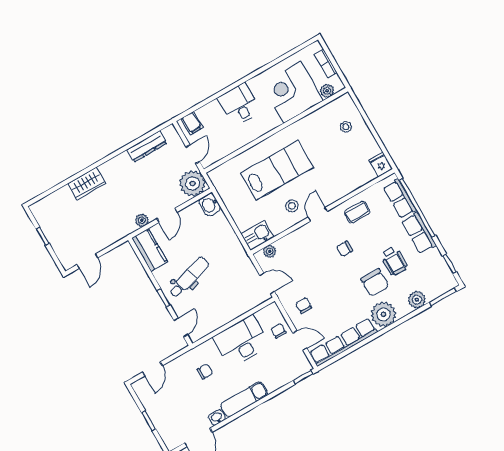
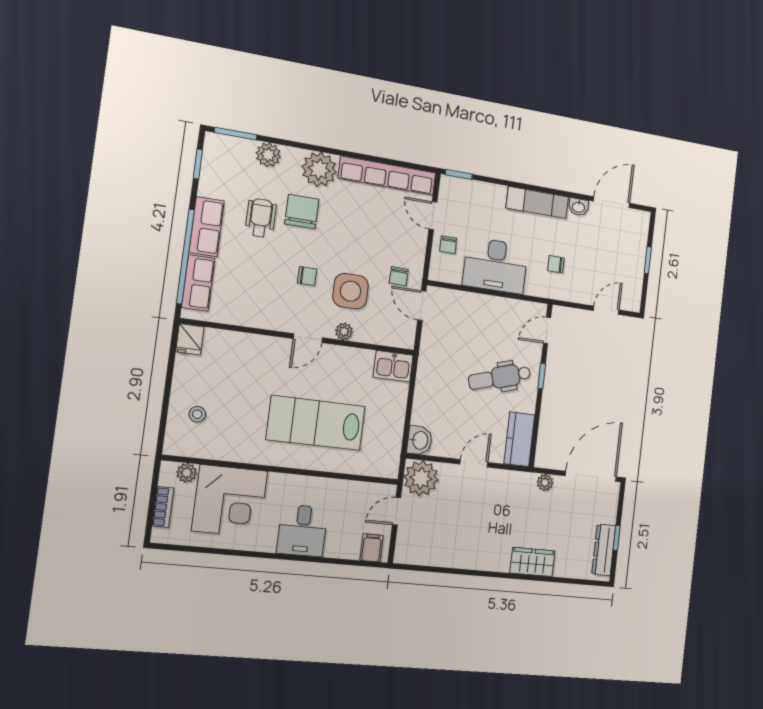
dresser: (147, 146) -> (604, 550), moved, turned -90
stool: (292, 206) -> (330, 370), removed
coffee table: (357, 212) -> (260, 306), removed
plant: (142, 220) -> (545, 482), moved
plant: (270, 251) -> (344, 331), moved
side table: (314, 259) -> (351, 291), added
door: (87, 261) -> (591, 476), width x1.87
chair: (304, 305) -> (399, 276), moved

